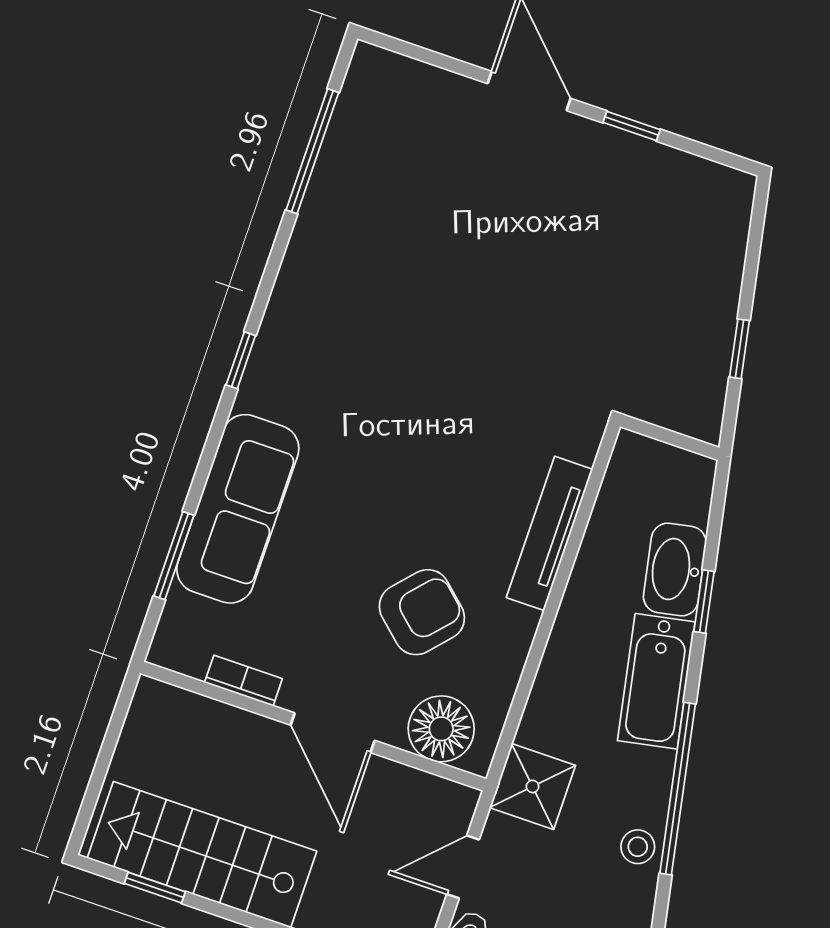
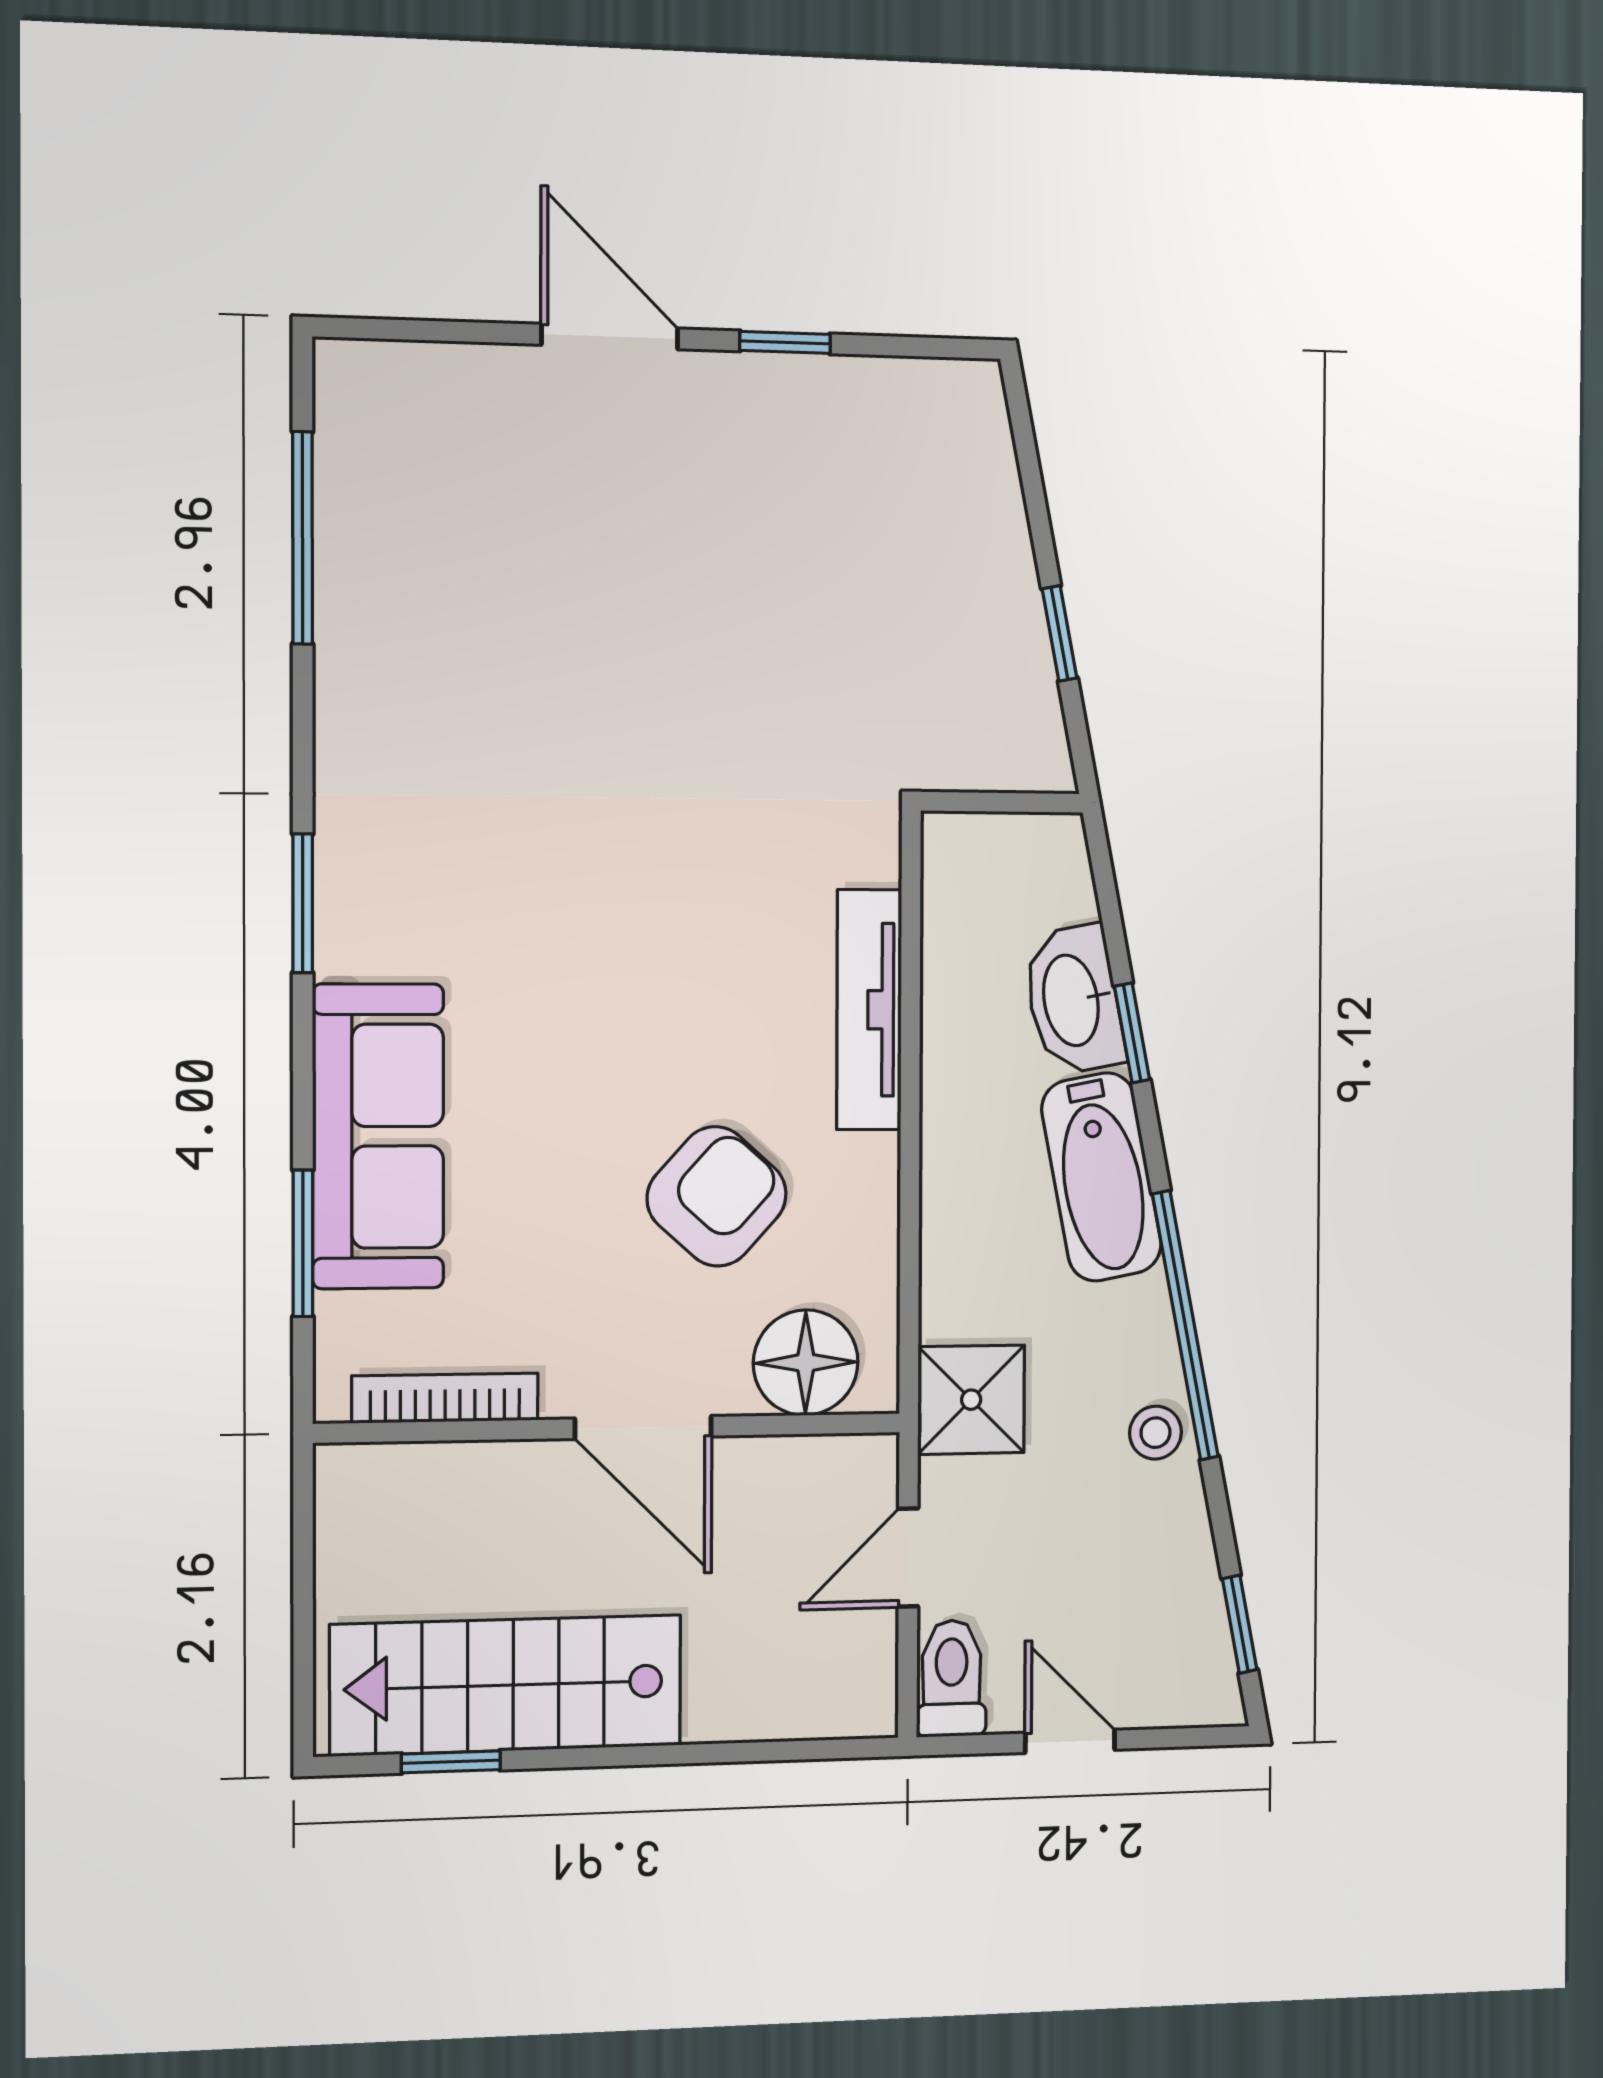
window: (241, 360) -> (303, 903), width x1.50
bookcase: (243, 681) -> (445, 1398), width x1.56

